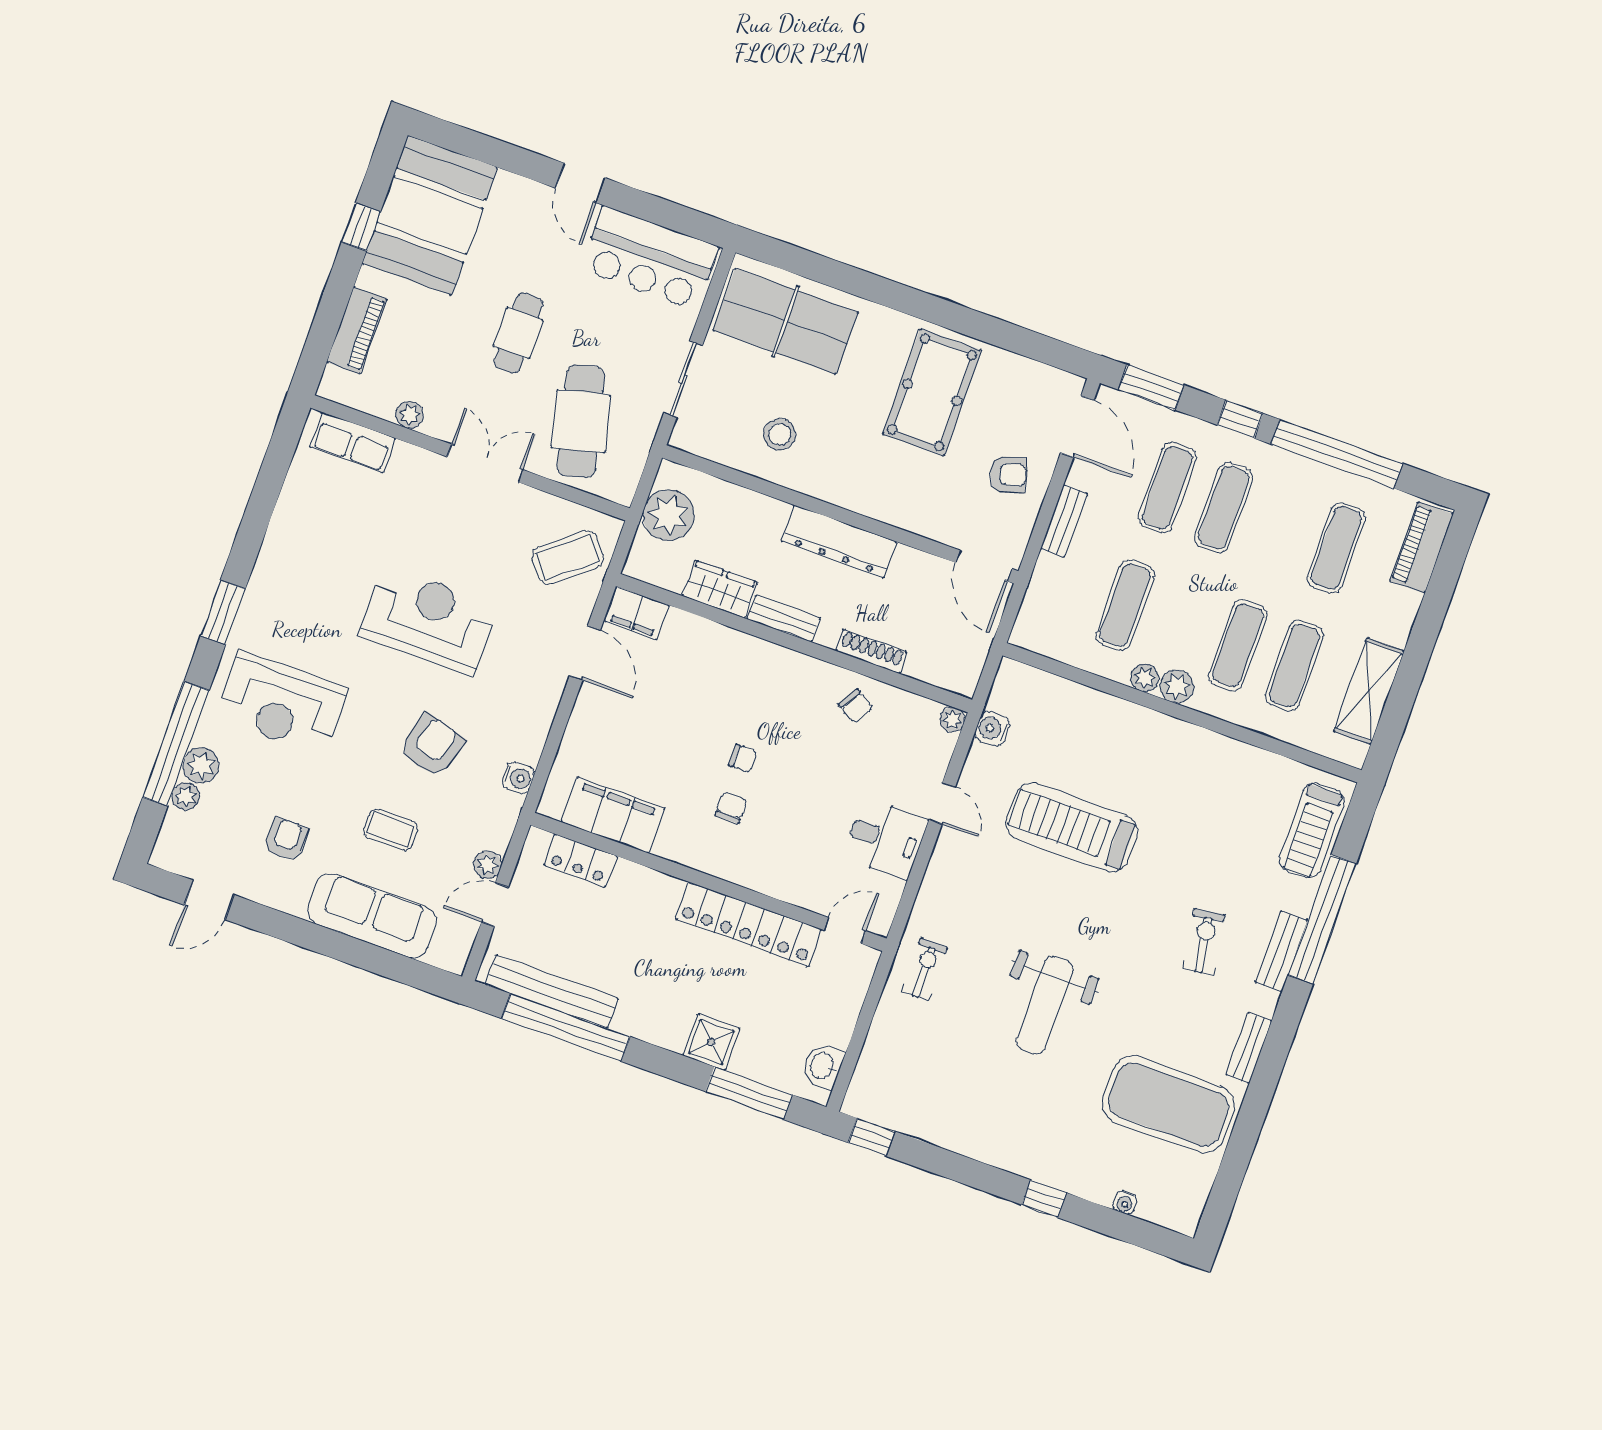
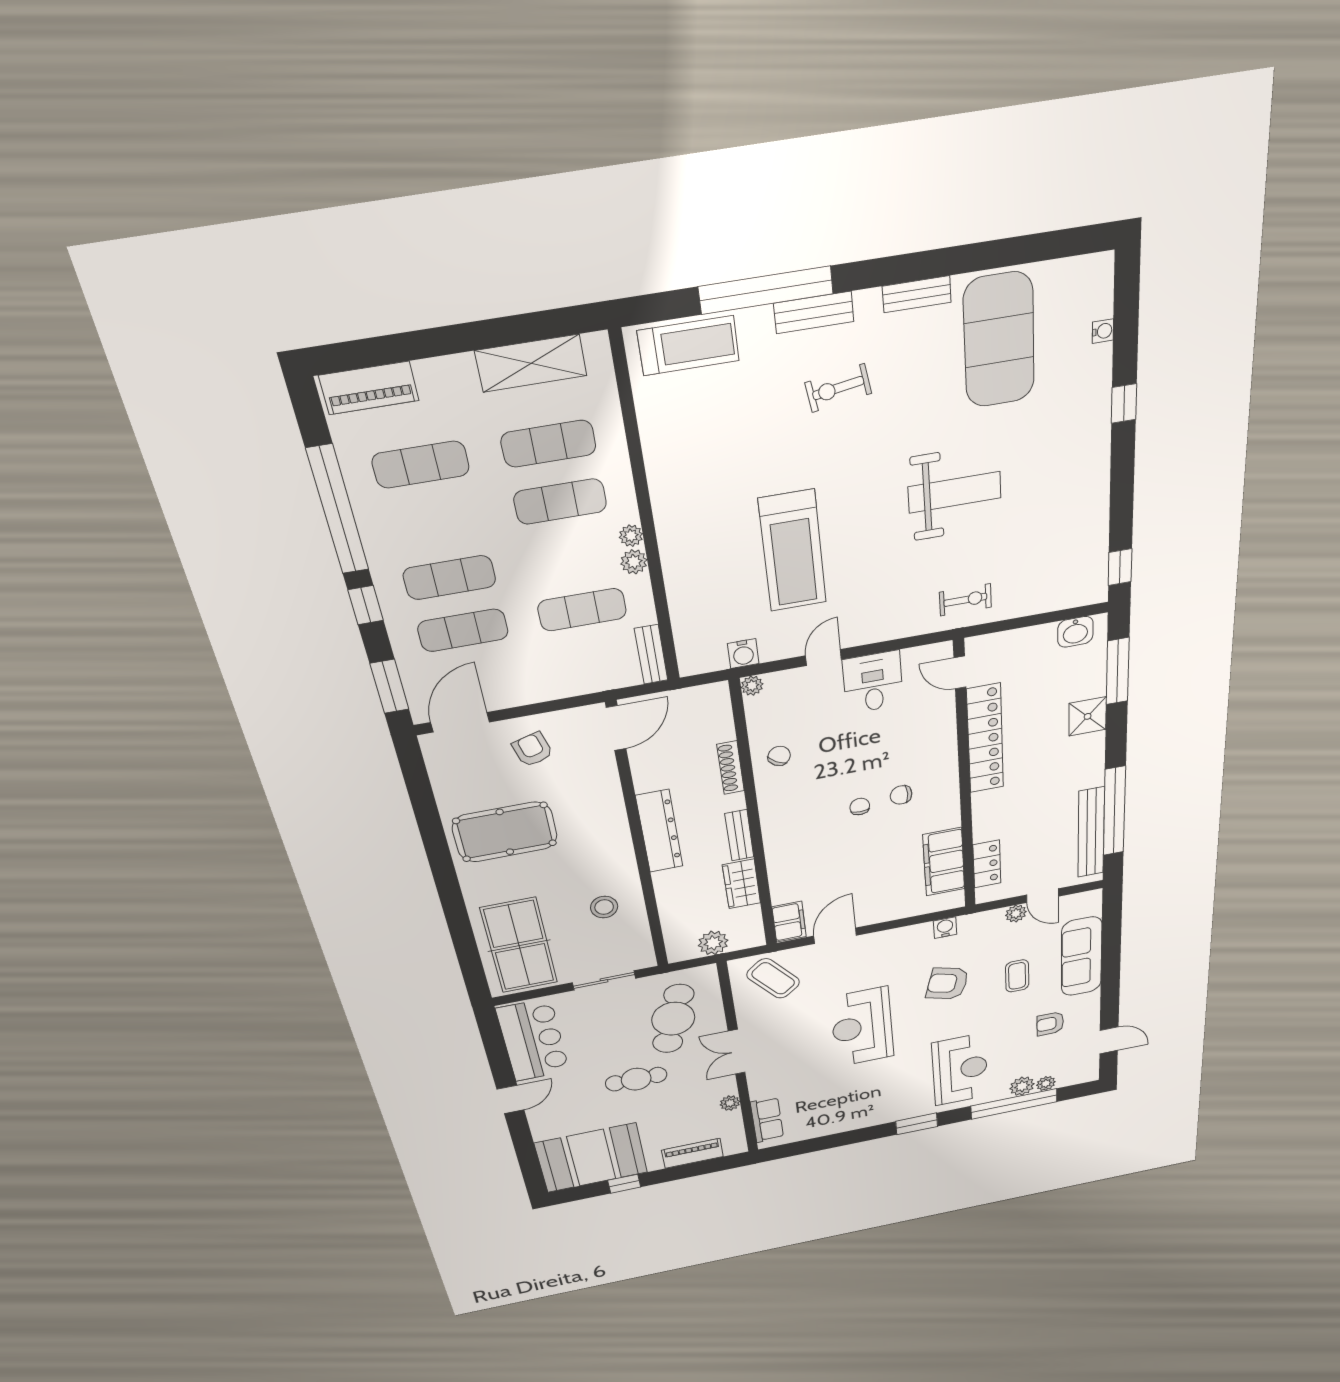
cafe table: (581, 421) -> (673, 1019), turned -57
plant: (668, 515) -> (713, 943), width x0.73, depth x0.73
bench: (1064, 521) -> (651, 654), moved, turned 90
plant: (1177, 686) -> (631, 536), width x0.73, depth x0.73
exercise bike: (925, 970) -> (965, 600), turned 180

